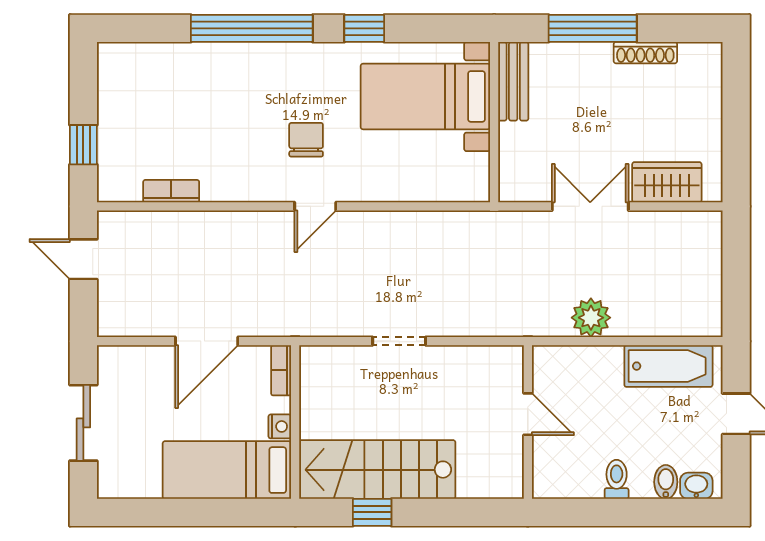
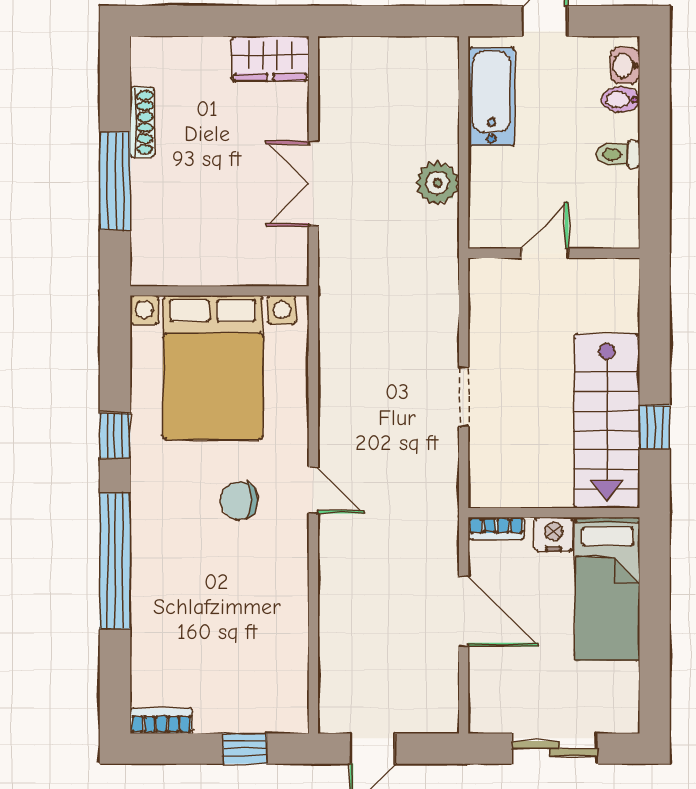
bench: (513, 81) -> (174, 270), removed
bed with nightstands: (425, 96) -> (213, 367), width x1.36
wardrobe: (667, 182) -> (270, 58), moved, turned -90
bookcase: (171, 191) -> (161, 721), moved, turned 90
nightstand: (280, 426) -> (554, 534), width x1.39, depth x1.35

